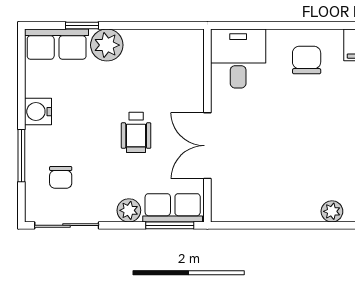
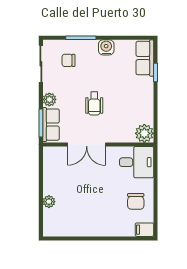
plant: (107, 45) -> (144, 133), moved
chair: (307, 60) -> (136, 201), turned 90
wheelchair: (136, 132) -> (94, 104), turned -90
double door: (207, 146) -> (87, 144), swing flipped
plant: (332, 211) -> (49, 202), moved

